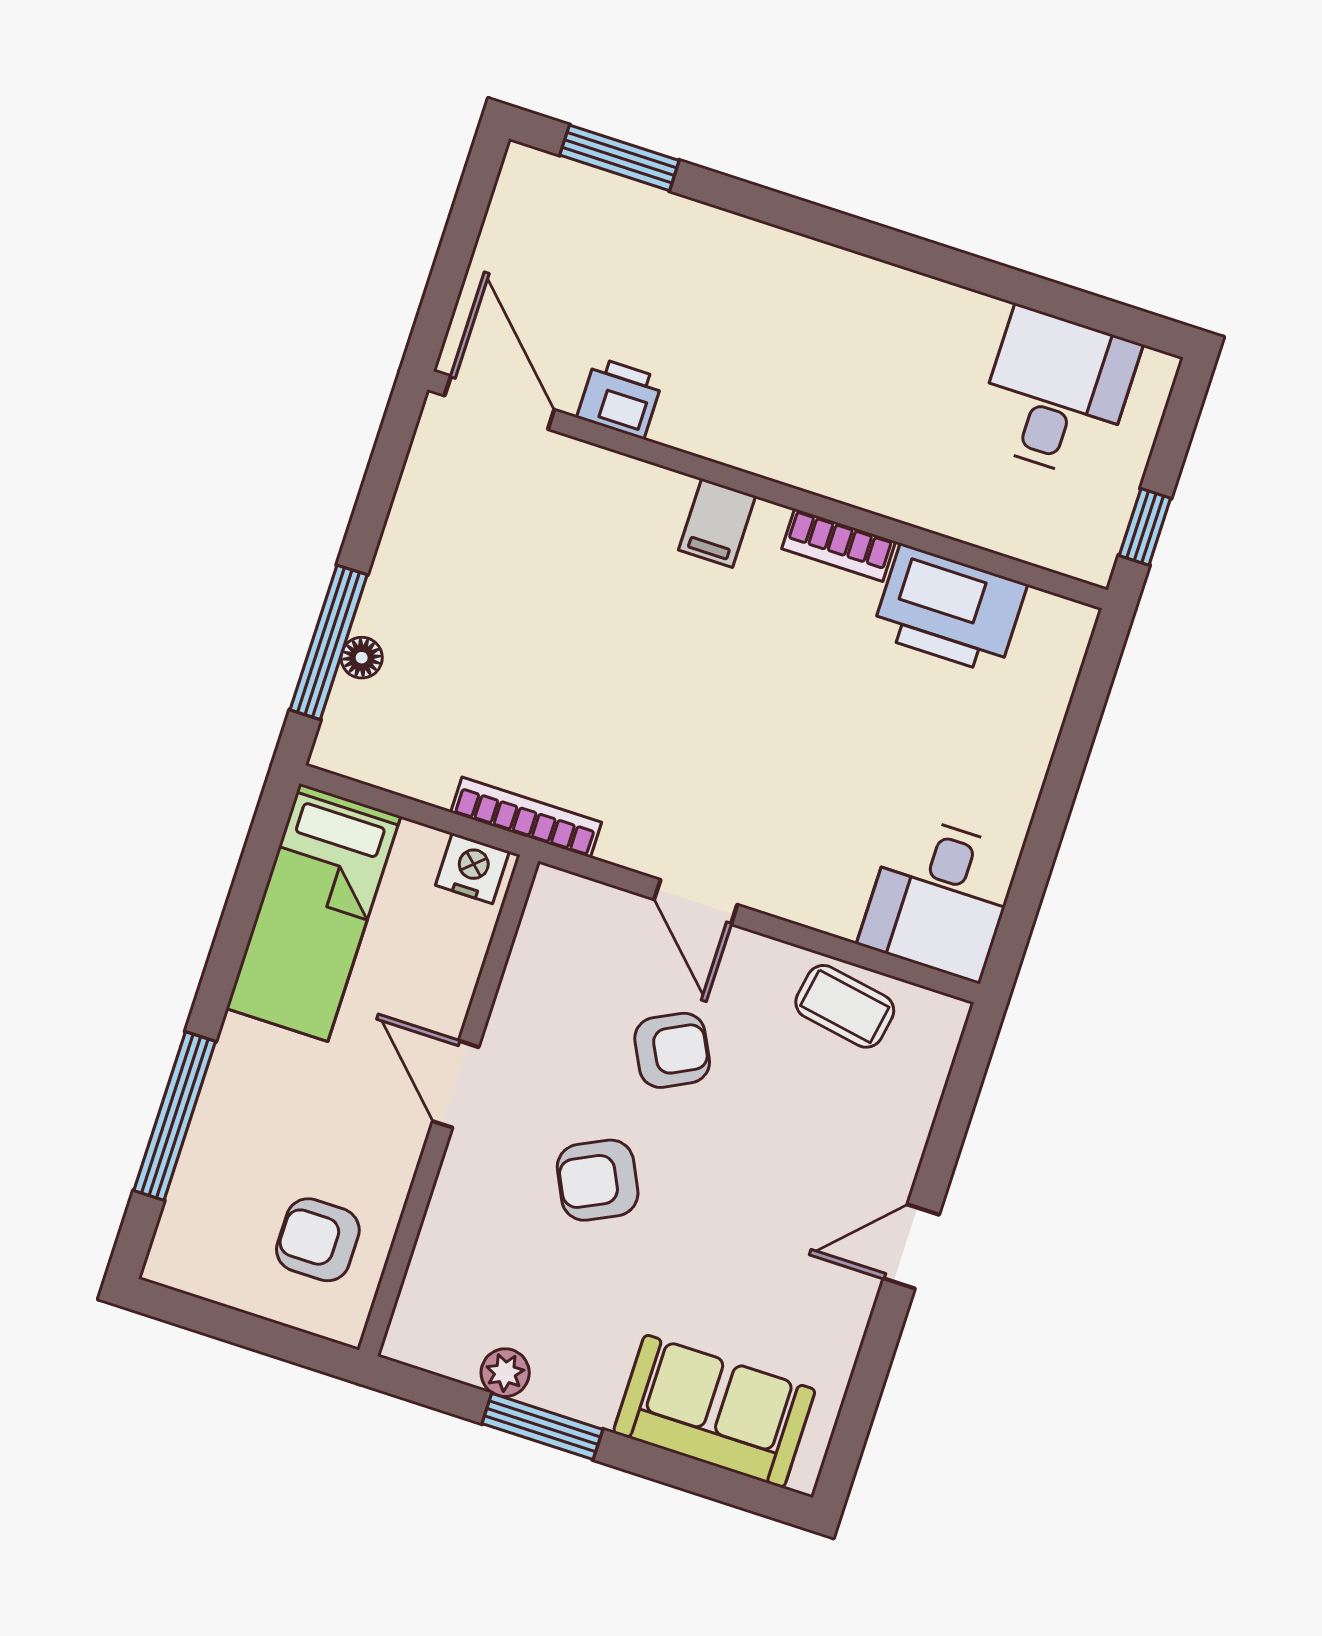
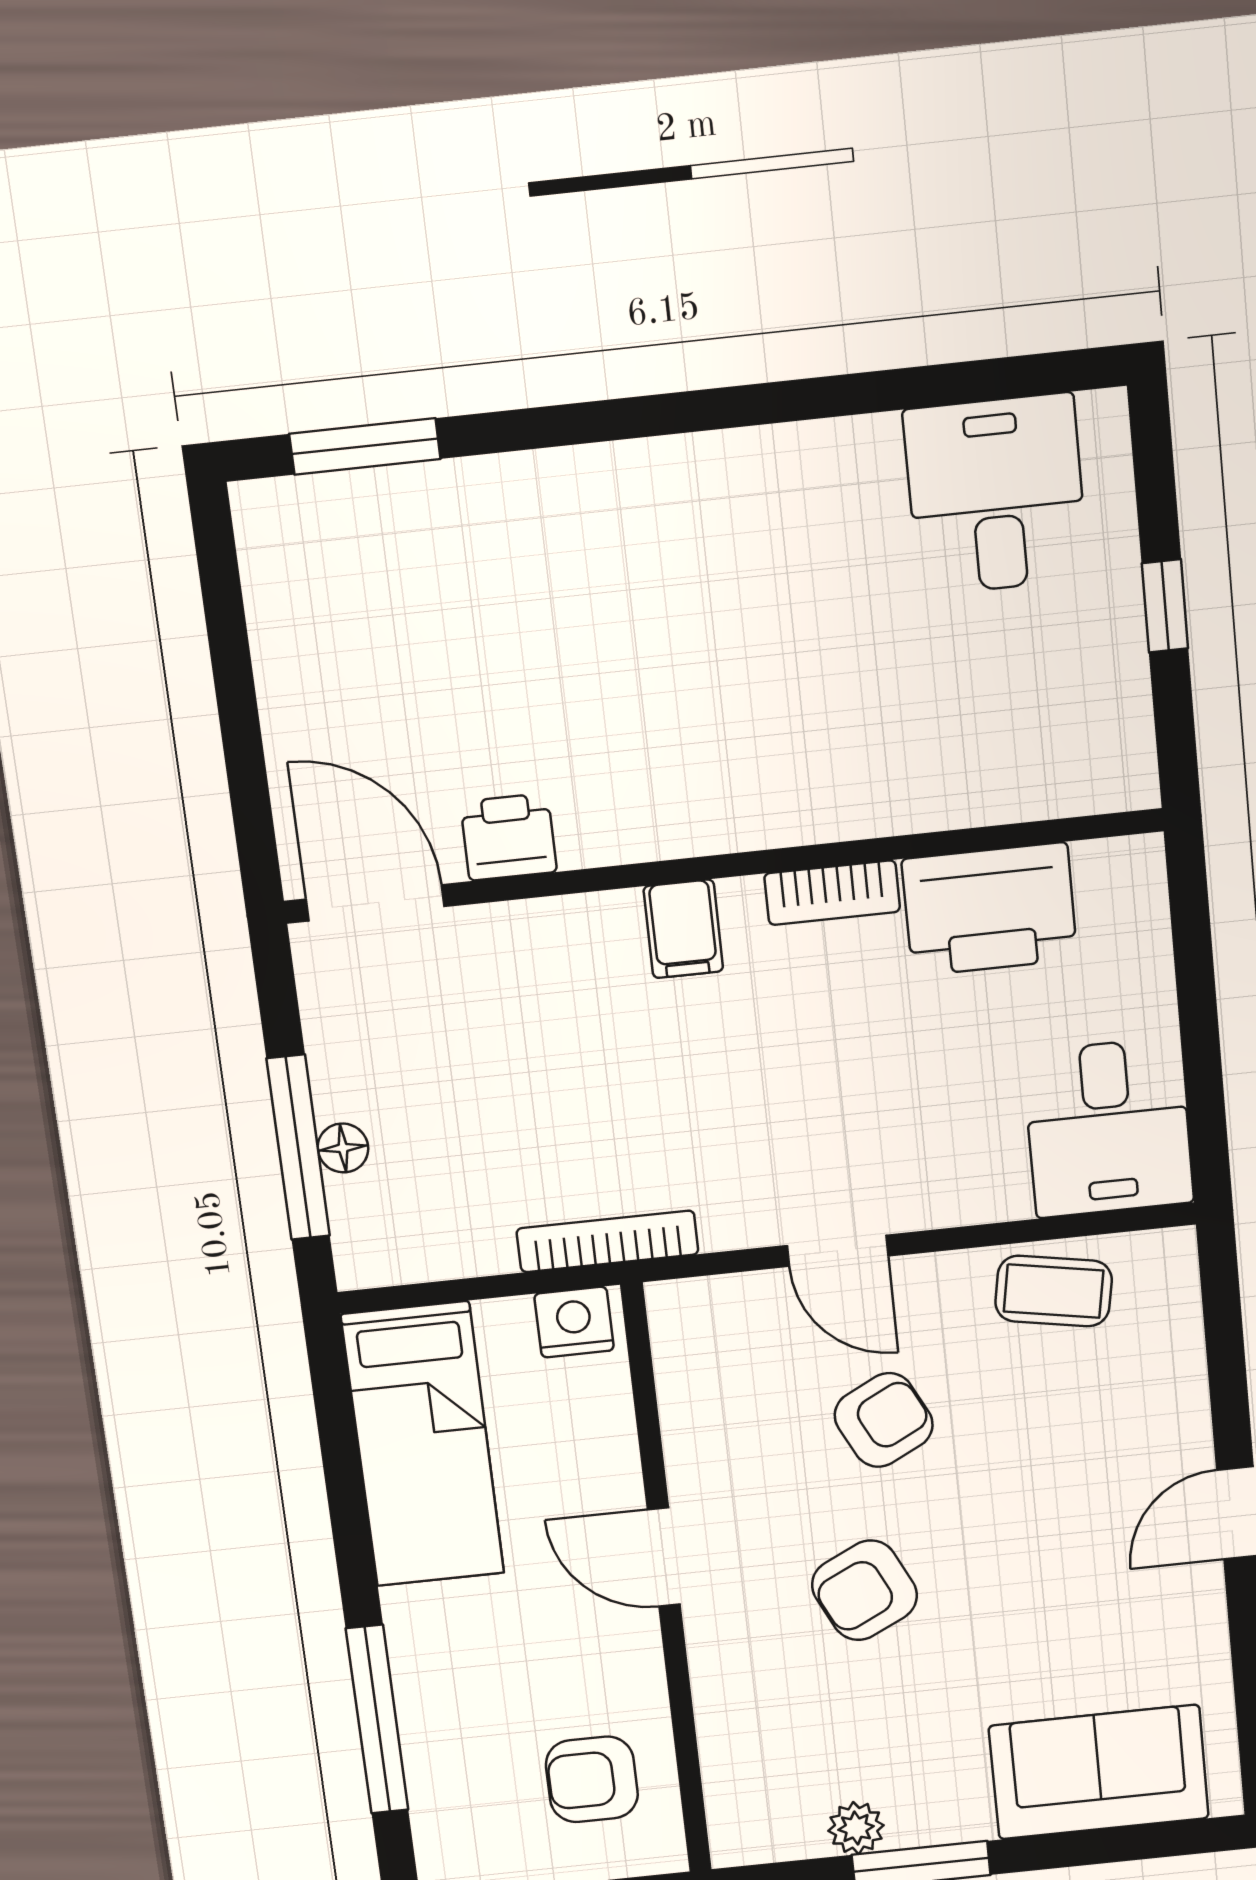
printer: (620, 398) -> (509, 837), moved
door: (499, 403) -> (375, 903), moved
wall: (768, 490) -> (724, 866), moved
filing cabinet: (717, 523) -> (683, 929), moved
bookcase: (839, 545) -> (832, 893), moved
printer: (949, 609) -> (990, 909), moved

